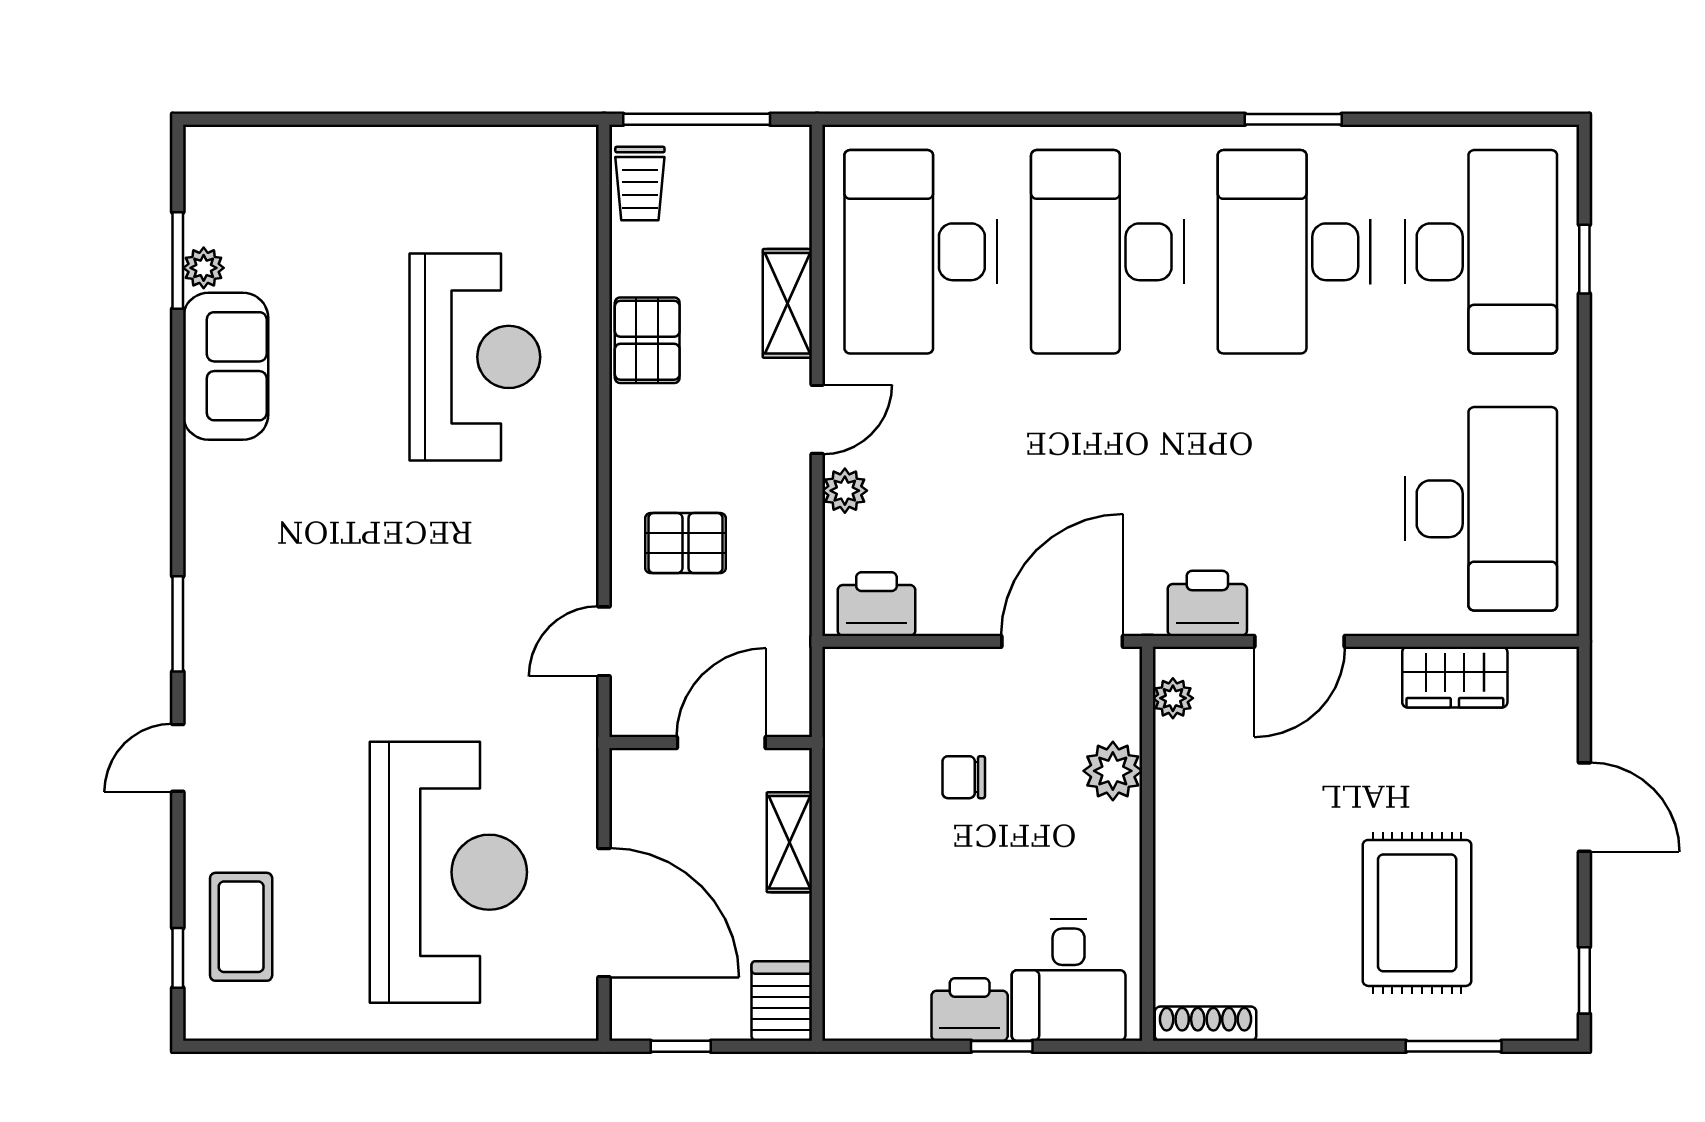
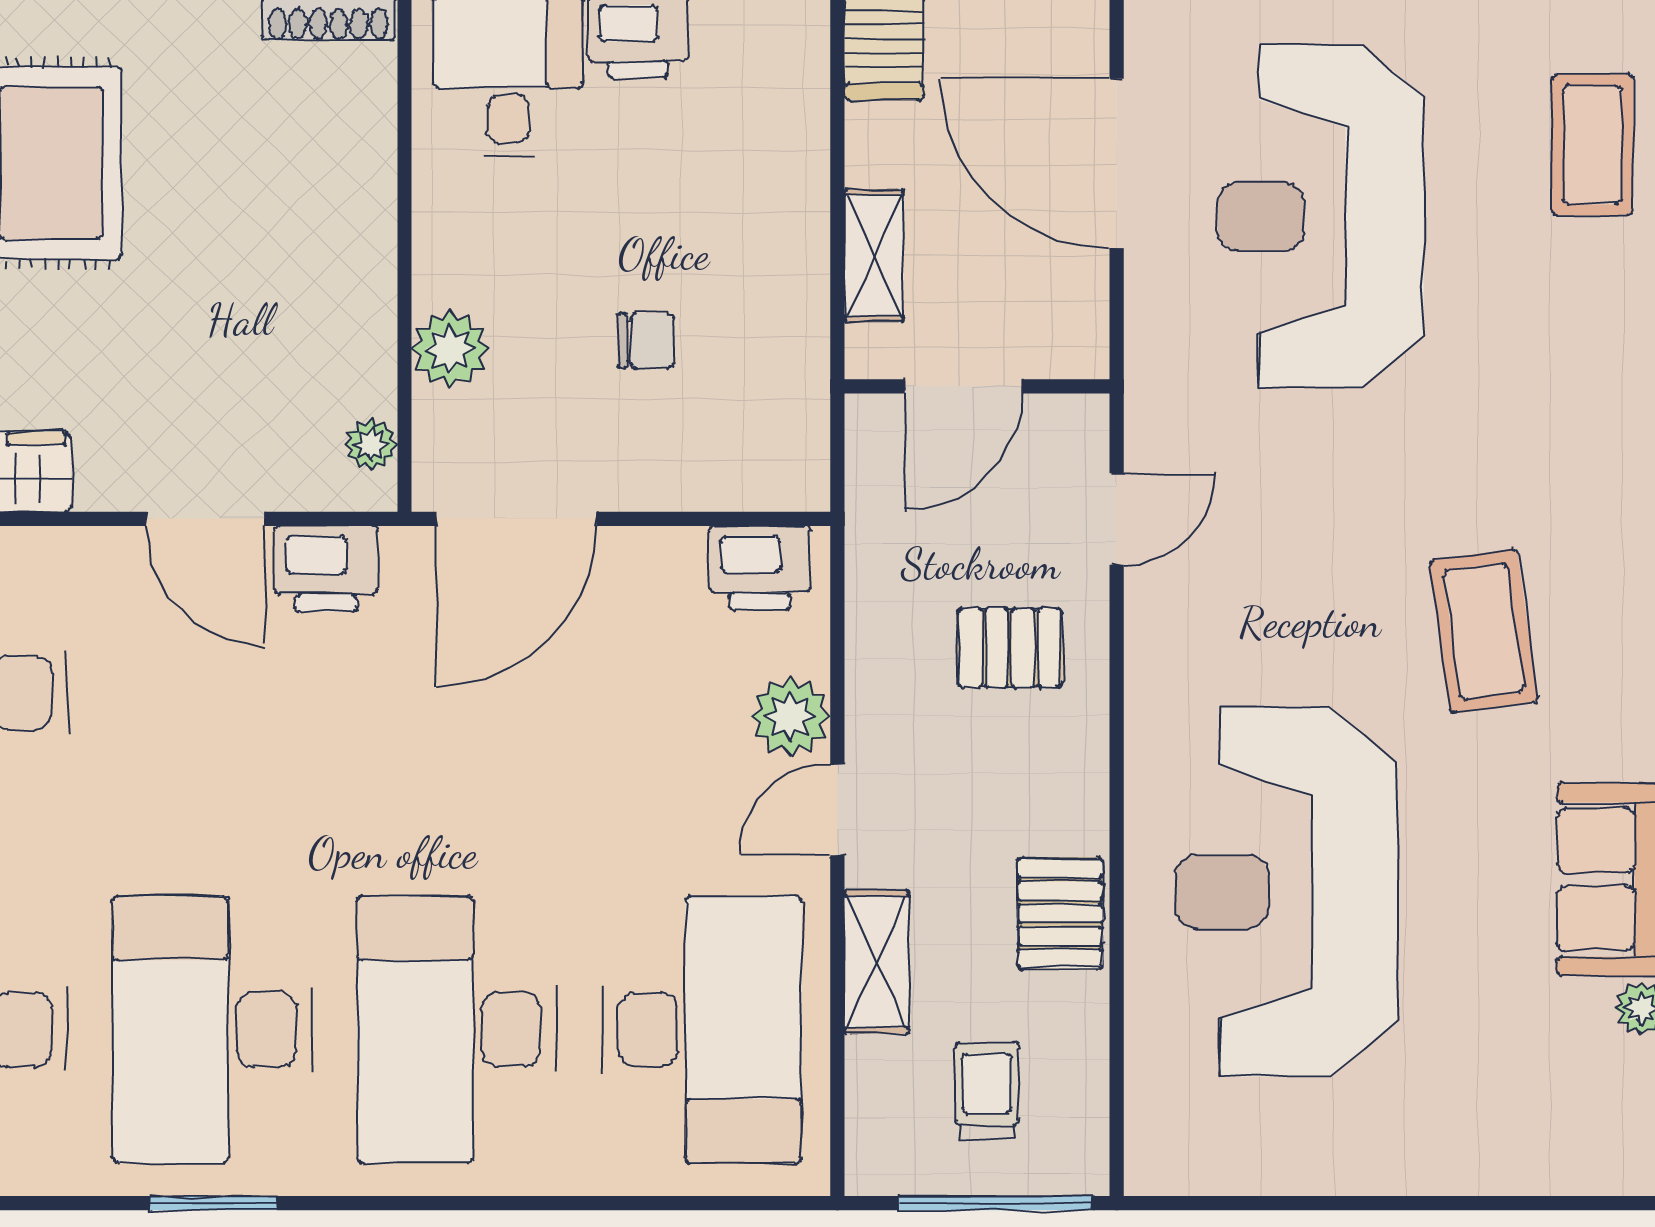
trolley: (640, 183) -> (987, 1090), moved
desk: (1107, 252) -> (457, 1029), turned 180
desk: (1294, 252) -> (212, 1029), turned 180
reception desk: (475, 357) -> (1286, 892), width x1.36, depth x1.30
plant: (845, 491) -> (790, 716), width x1.38, depth x1.38
coffee table: (324, 556) -> (1484, 631), added
door: (1300, 641) -> (205, 519), swing flipped

